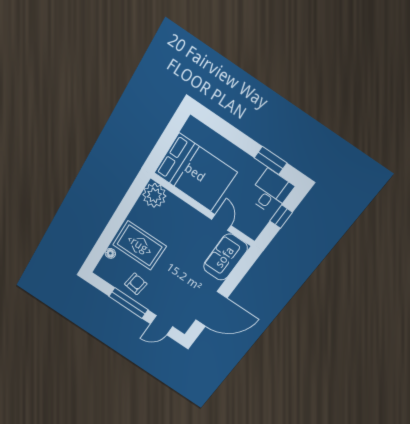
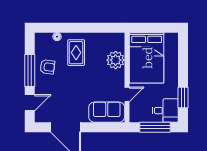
plant: (154, 195) -> (116, 60), moved
window: (281, 217) -> (155, 127), width x2.17
rug: (139, 245) -> (76, 53), width x0.73, depth x0.70
door: (161, 325) -> (30, 103), swing flipped

